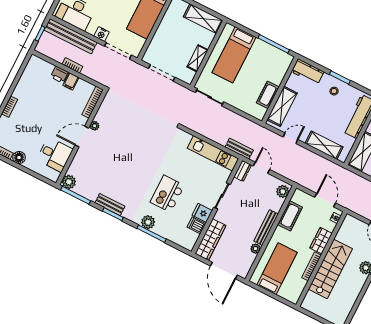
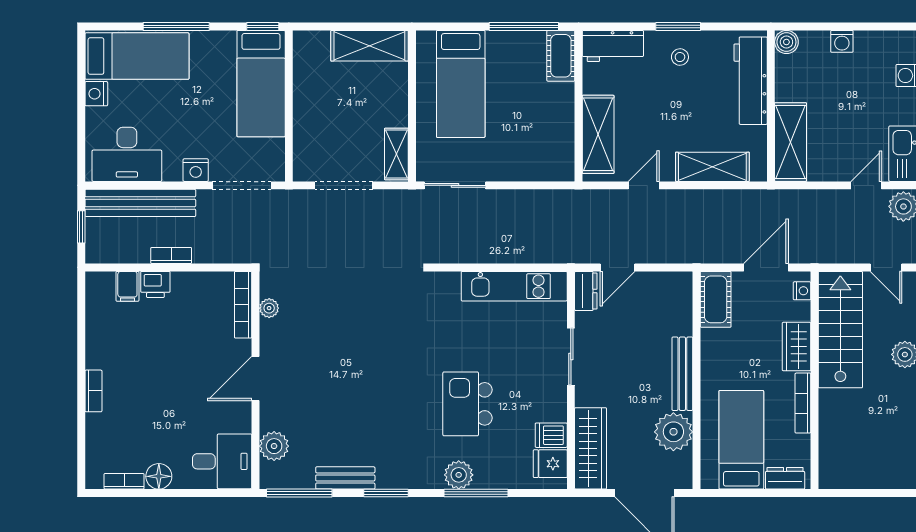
shelving: (198, 58) -> (396, 154), moved
filing cabinet: (71, 81) -> (127, 286), moved
cot: (268, 95) -> (561, 56), moved
plant: (95, 126) -> (269, 308), moved
bench: (239, 149) -> (558, 253), removed
desk: (55, 155) -> (222, 461), moved
door: (261, 168) -> (618, 267), swing flipped
plant: (69, 182) -> (274, 446), moved
plant: (283, 191) -> (679, 291), removed
door: (325, 200) -> (766, 267), hinge flipped
bench: (110, 205) -> (345, 478), moved
fridge: (202, 213) -> (550, 464), moved
cot: (290, 216) -> (716, 299), moved
plant: (255, 249) -> (673, 432), width x1.88, depth x1.88
stairs: (330, 269) -> (840, 330), moved
dresser: (287, 295) -> (785, 478), added

